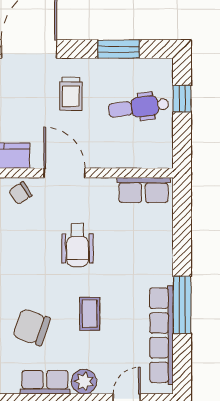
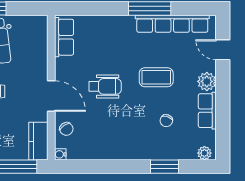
door: (64, 173) -> (51, 96), swing flipped
coffee table: (90, 314) -> (156, 77), width x1.36, depth x1.30
chair: (32, 327) -> (166, 121), width x0.54, depth x0.54

